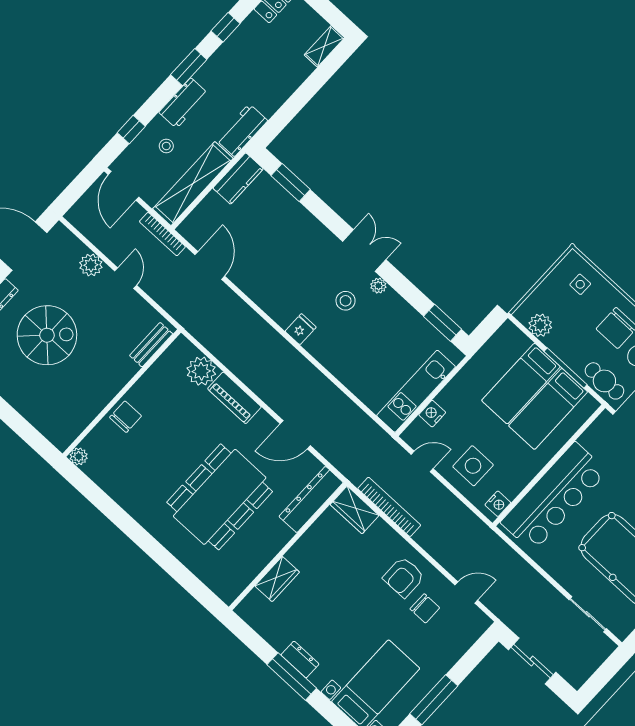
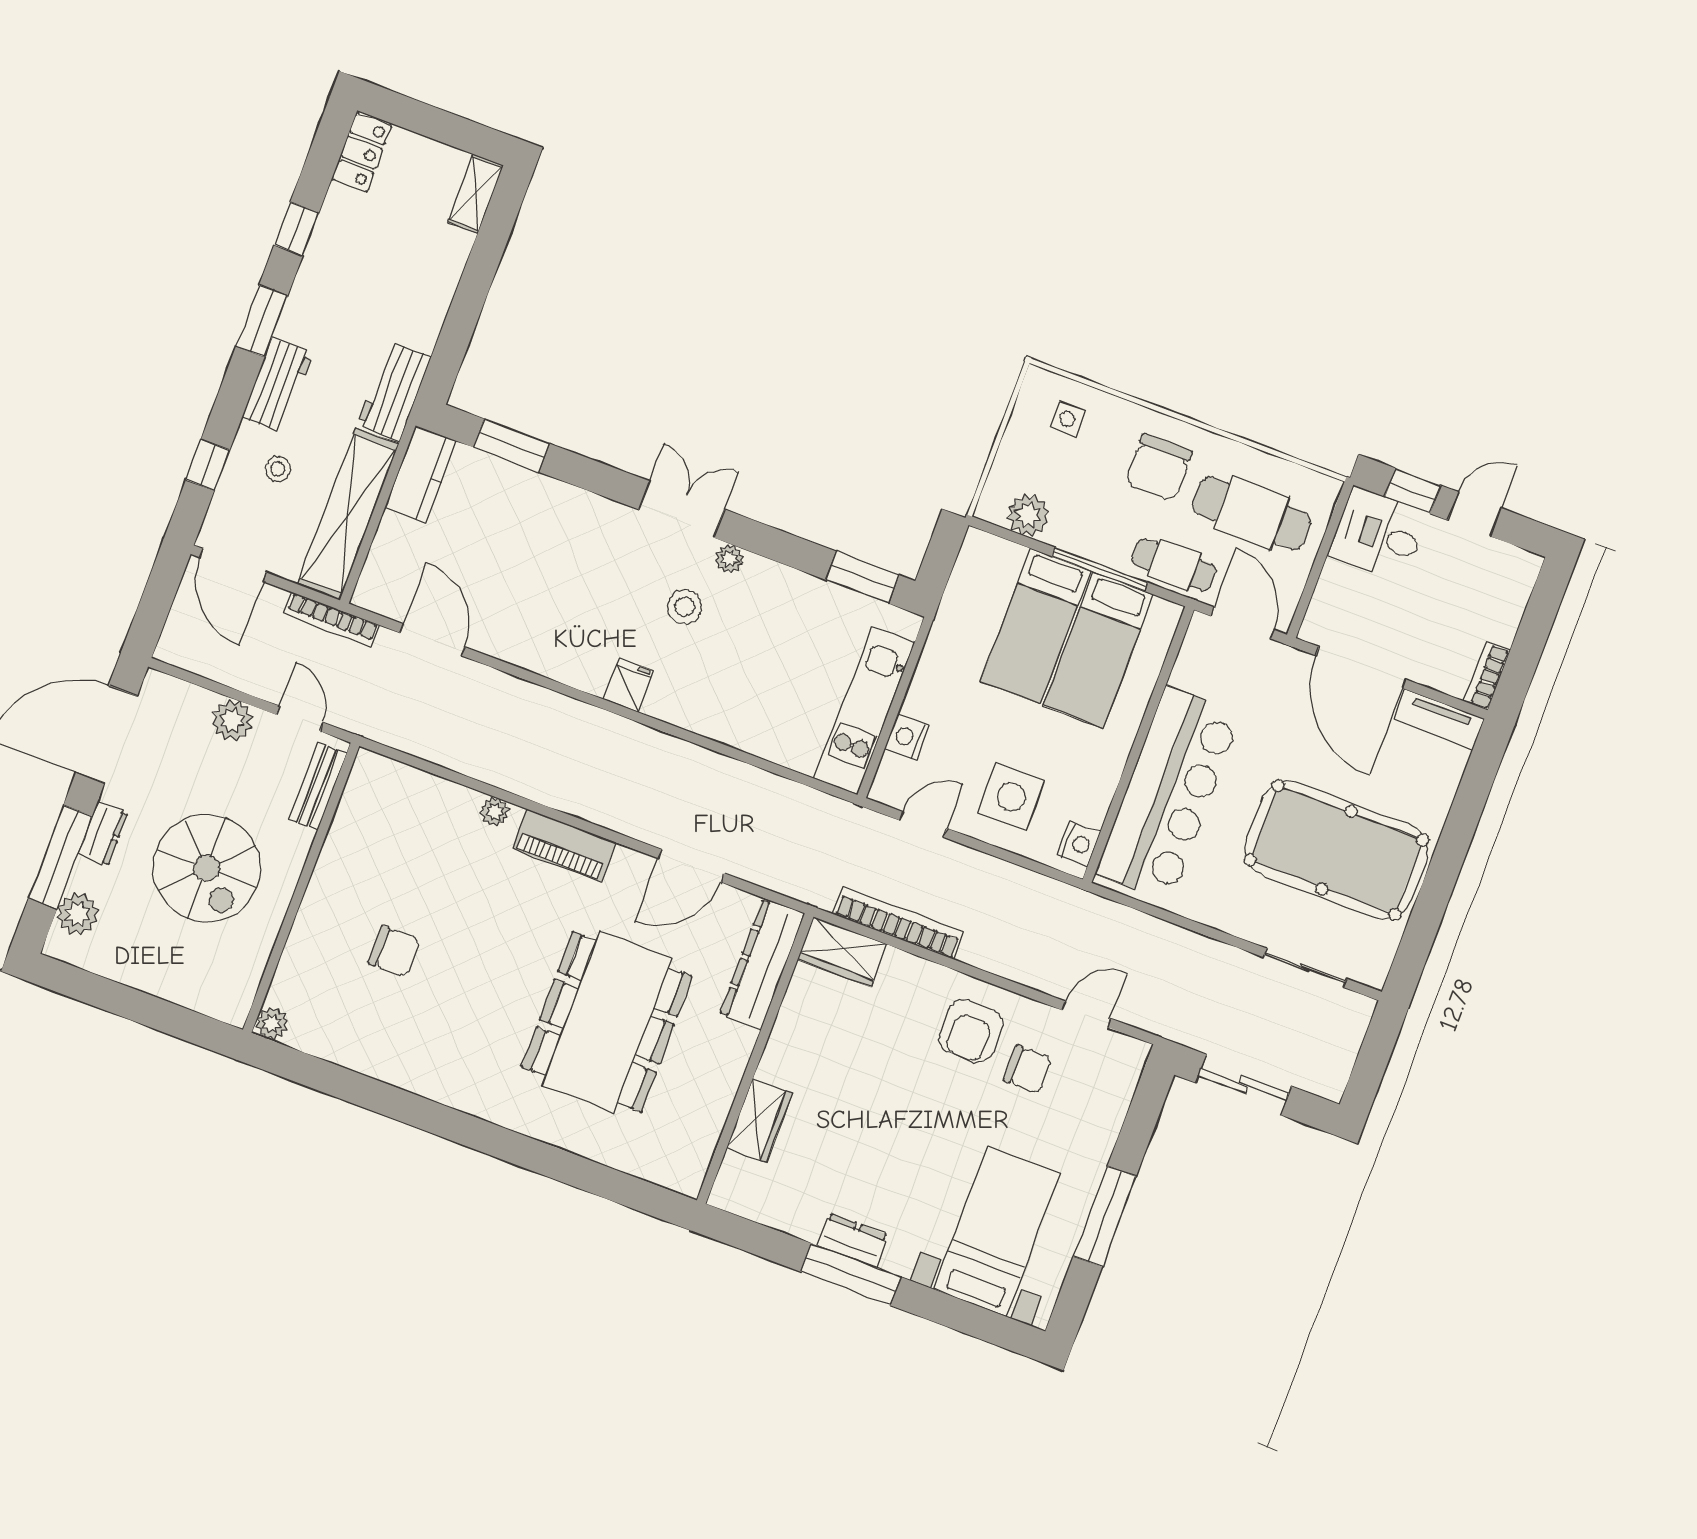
spiral stairs: (47, 335) -> (207, 868), turned 90
bench: (151, 345) -> (317, 786), moved
plant: (201, 371) -> (495, 812), width x0.53, depth x0.53
wall: (122, 393) -> (301, 888), moved
chair: (126, 417) -> (394, 951), turned 90
plant: (79, 456) -> (272, 1024), moved

